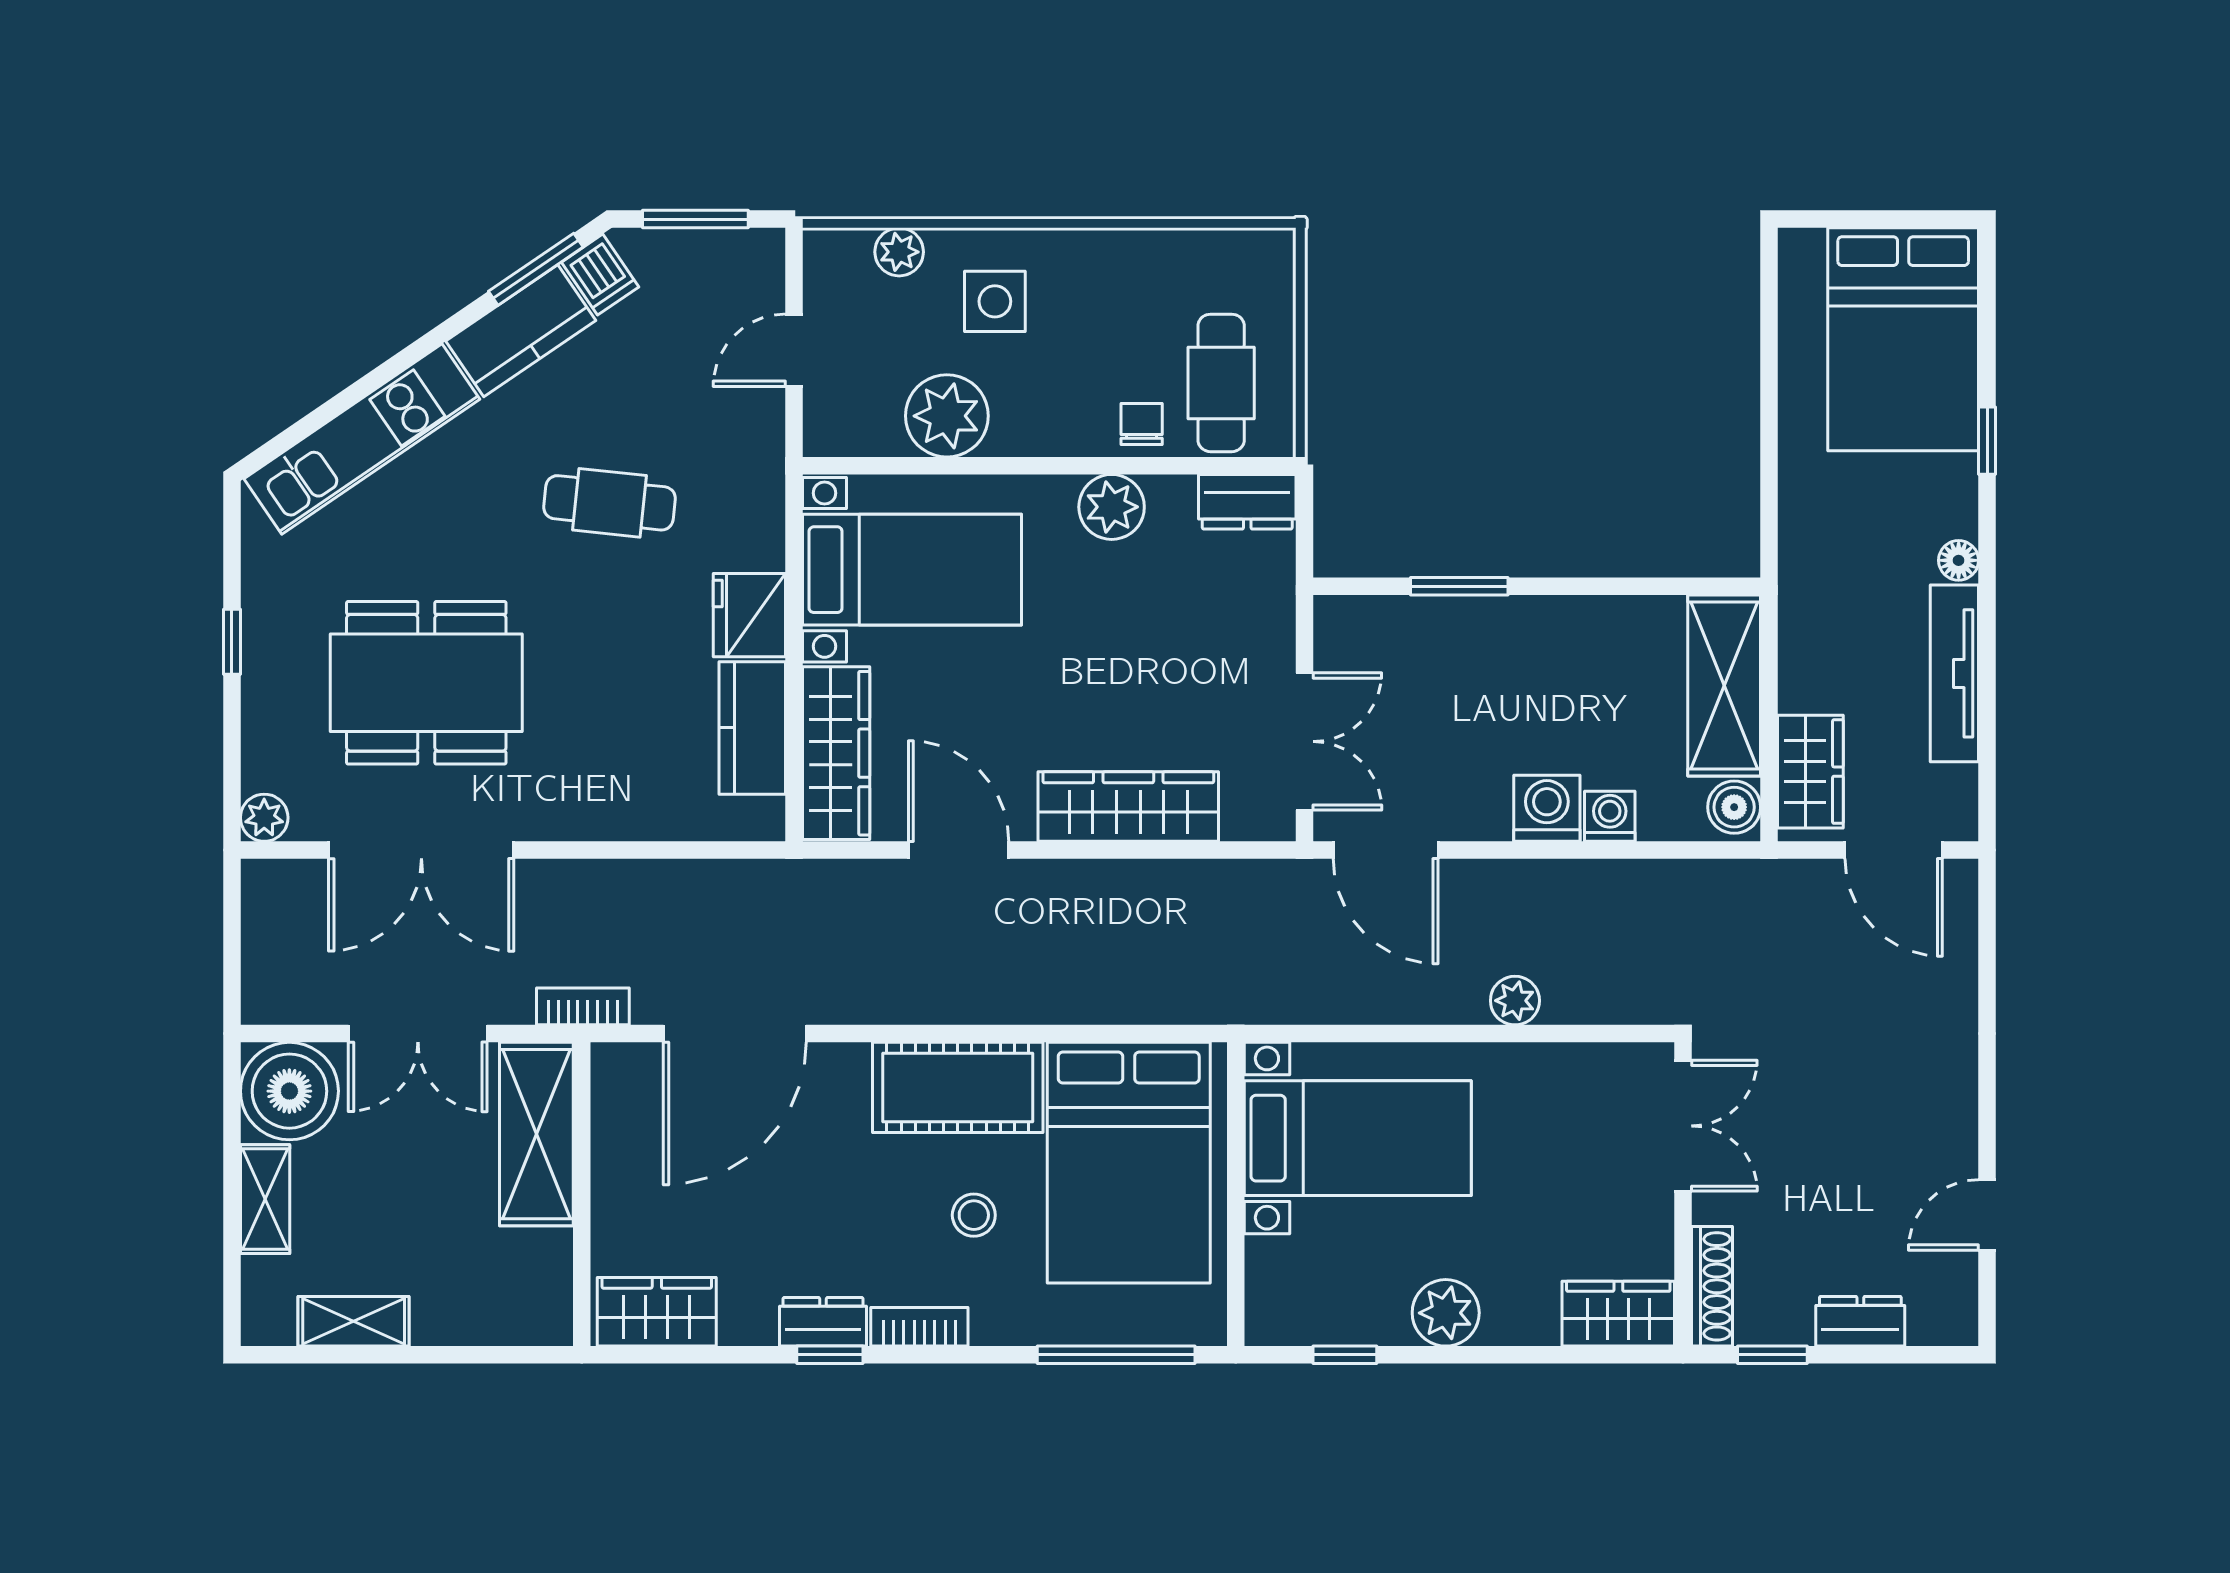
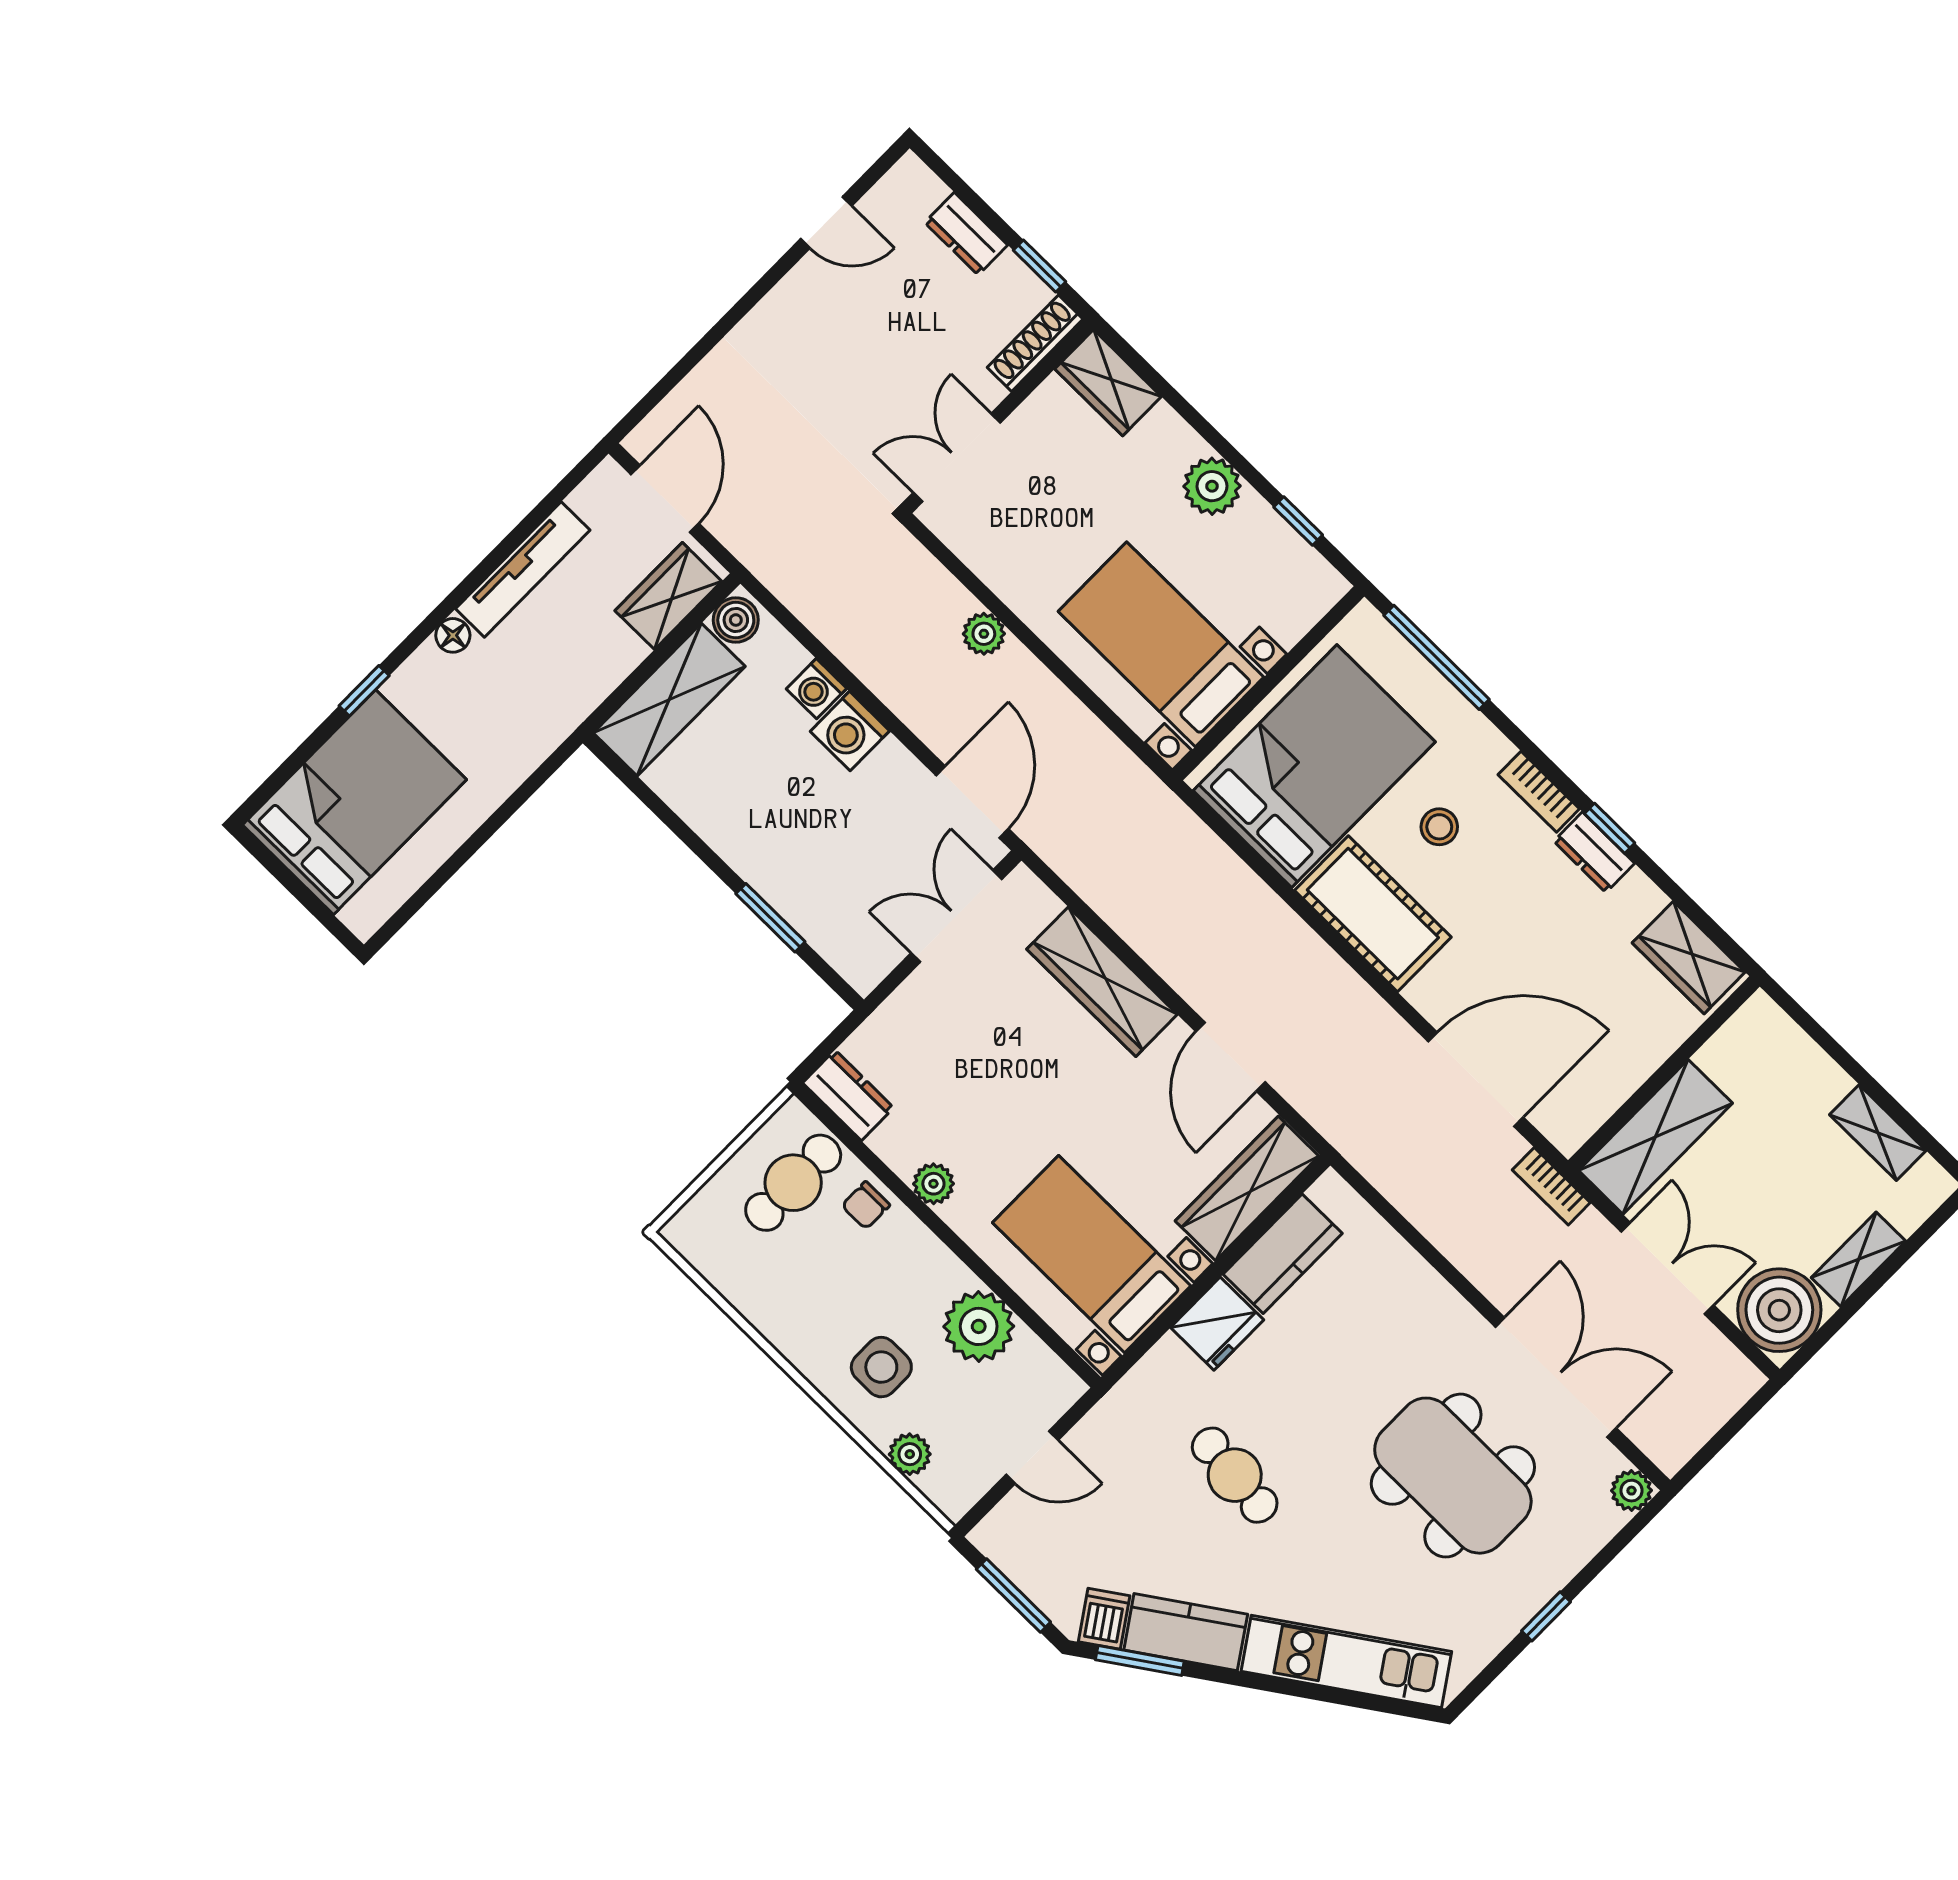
plant: (1112, 507) -> (933, 1184), width x0.73, depth x0.73

